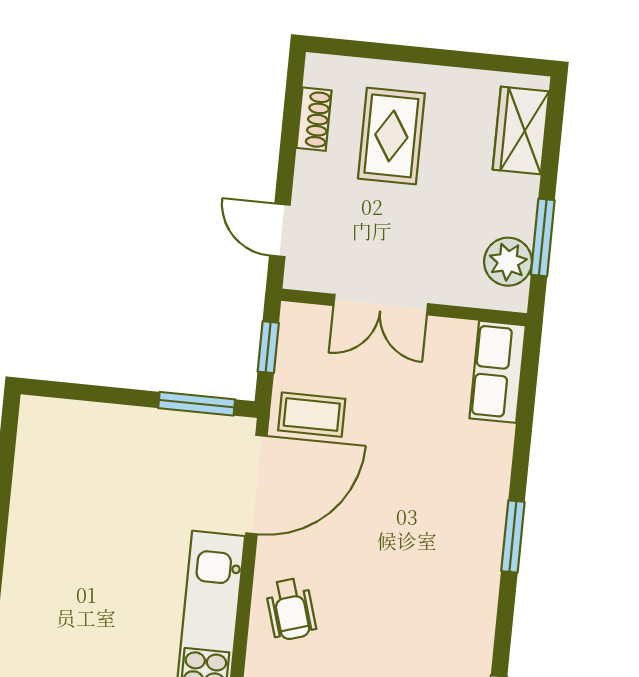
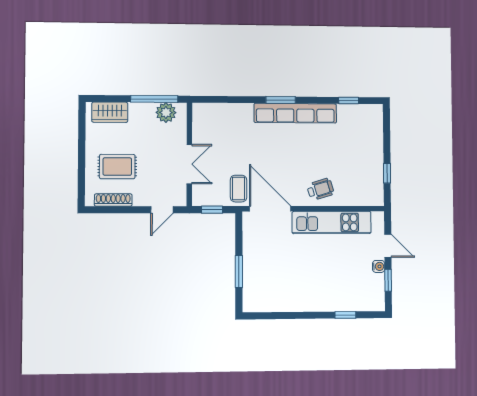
shoe rack: (314, 119) -> (113, 200), width x1.43
window: (543, 237) -> (154, 99), width x1.44
row of seats: (498, 372) -> (295, 113), moved, width x2.02
window: (197, 404) -> (239, 272), moved

